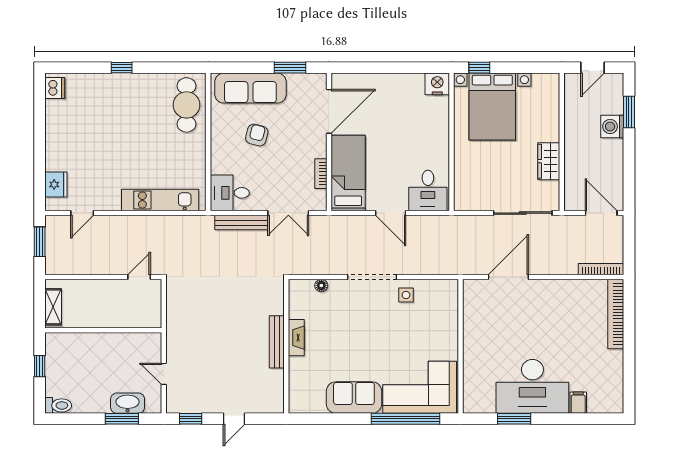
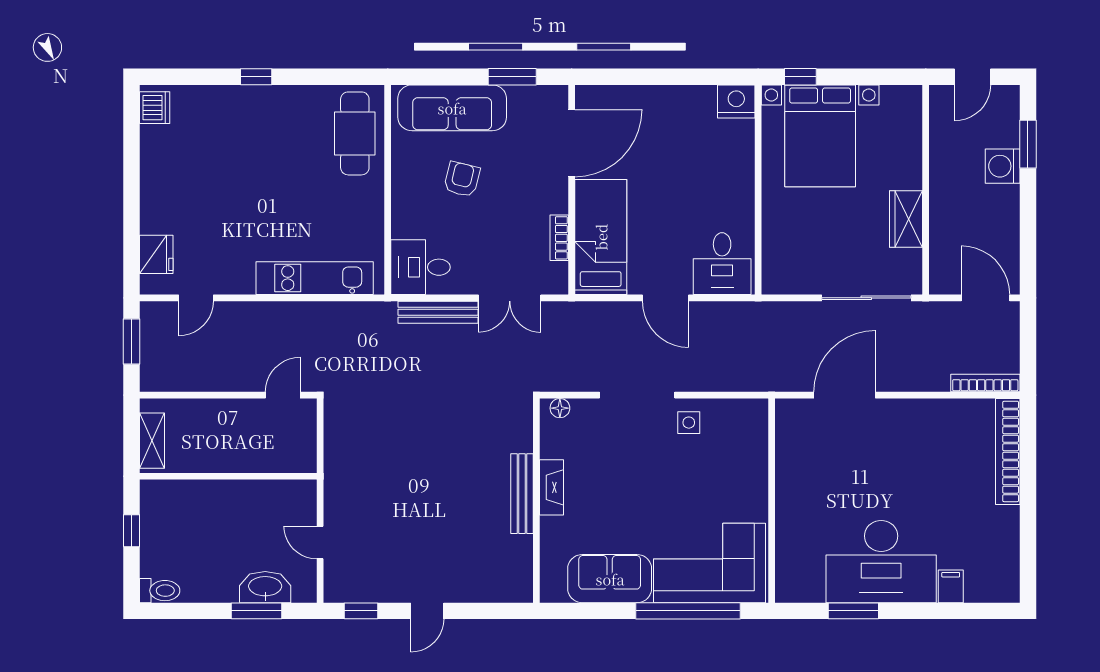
fireplace: (296, 338) -> (552, 487), moved
bench: (277, 342) -> (522, 494), moved
wall: (286, 346) -> (536, 501), moved

